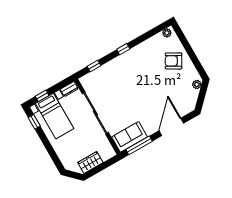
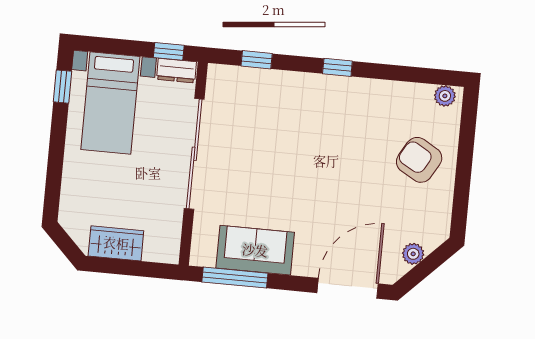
plant: (197, 84) -> (413, 254), moved
window: (42, 96) -> (169, 51), moved
door: (171, 127) -> (348, 288), moved
sofa: (129, 137) -> (255, 250), moved

